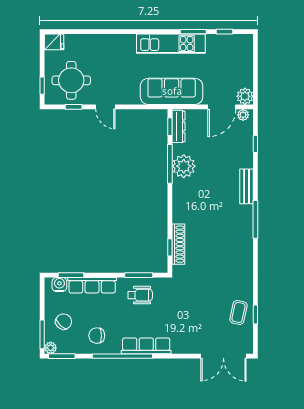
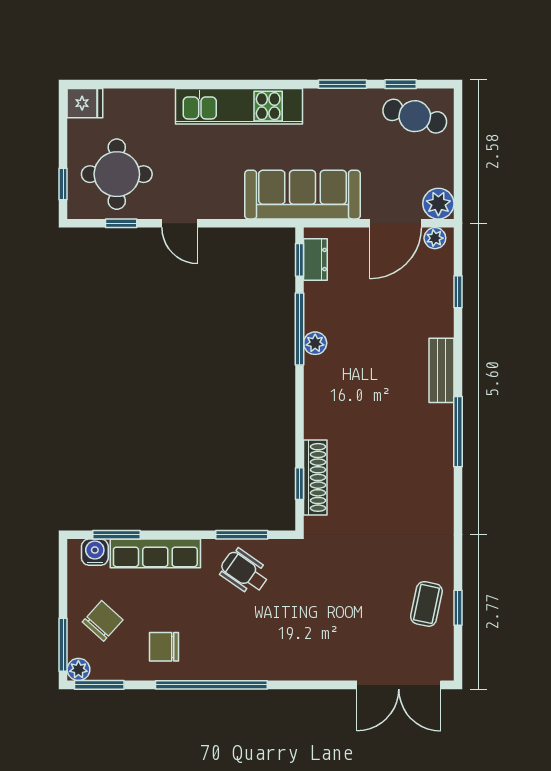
kitchen unit: (171, 44) -> (239, 106), moved
cafe table: (232, 49) -> (415, 116), added
dresser: (178, 126) -> (315, 260), width x0.70
plant: (184, 166) -> (315, 343), width x0.53, depth x0.53
wheelchair: (140, 295) -> (244, 572), turned -145
row of seats: (146, 346) -> (256, 666), removed

